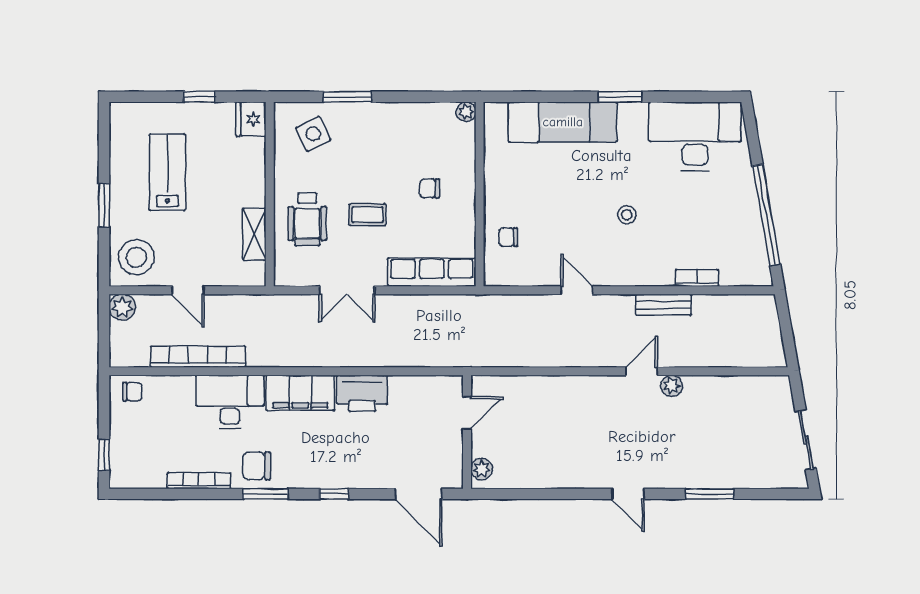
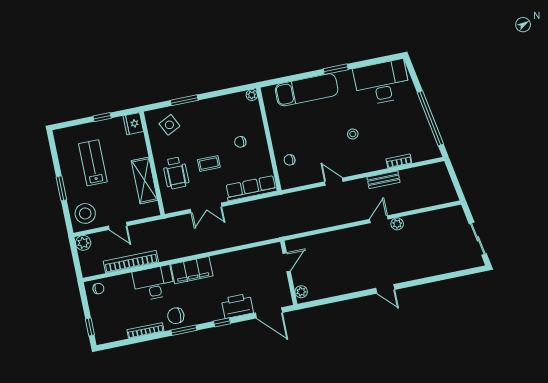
shelving: (254, 234) -> (144, 180), width x1.50, depth x1.33
printer: (362, 393) -> (237, 306), moved, turned 180
window: (710, 494) -> (431, 280), removed

